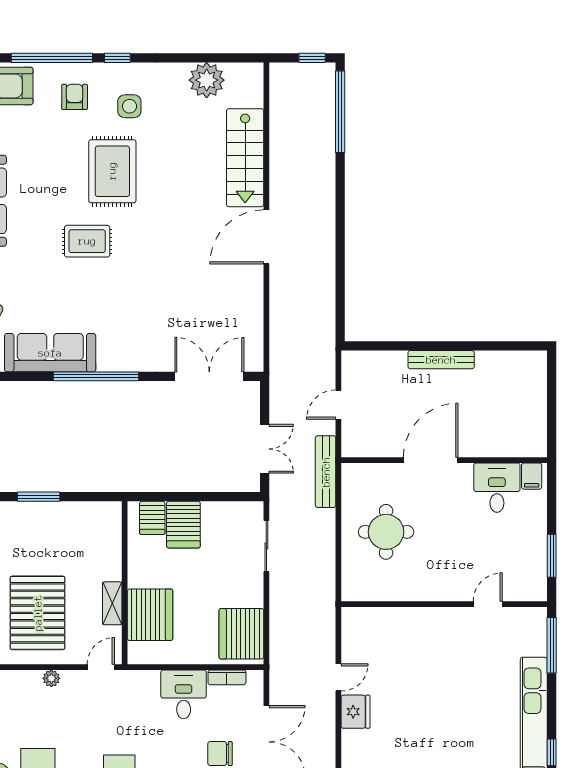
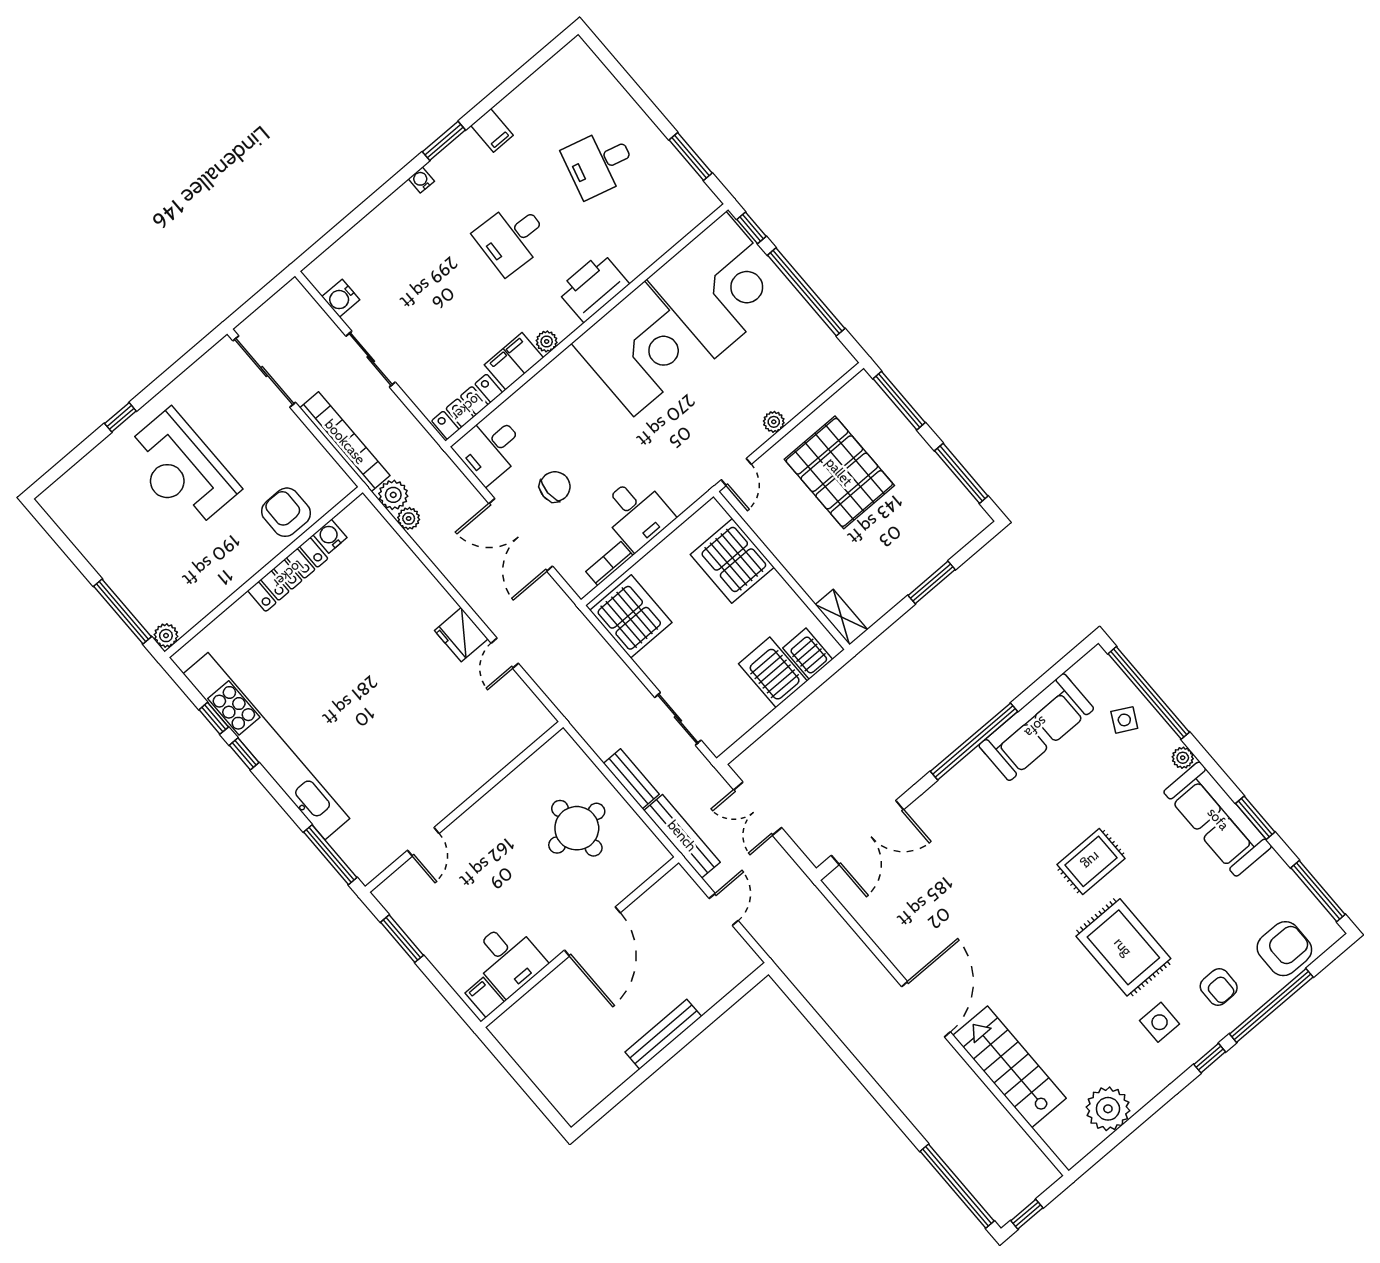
bench: (326, 534) -> (631, 779), added
shelving: (112, 603) -> (842, 617), moved

